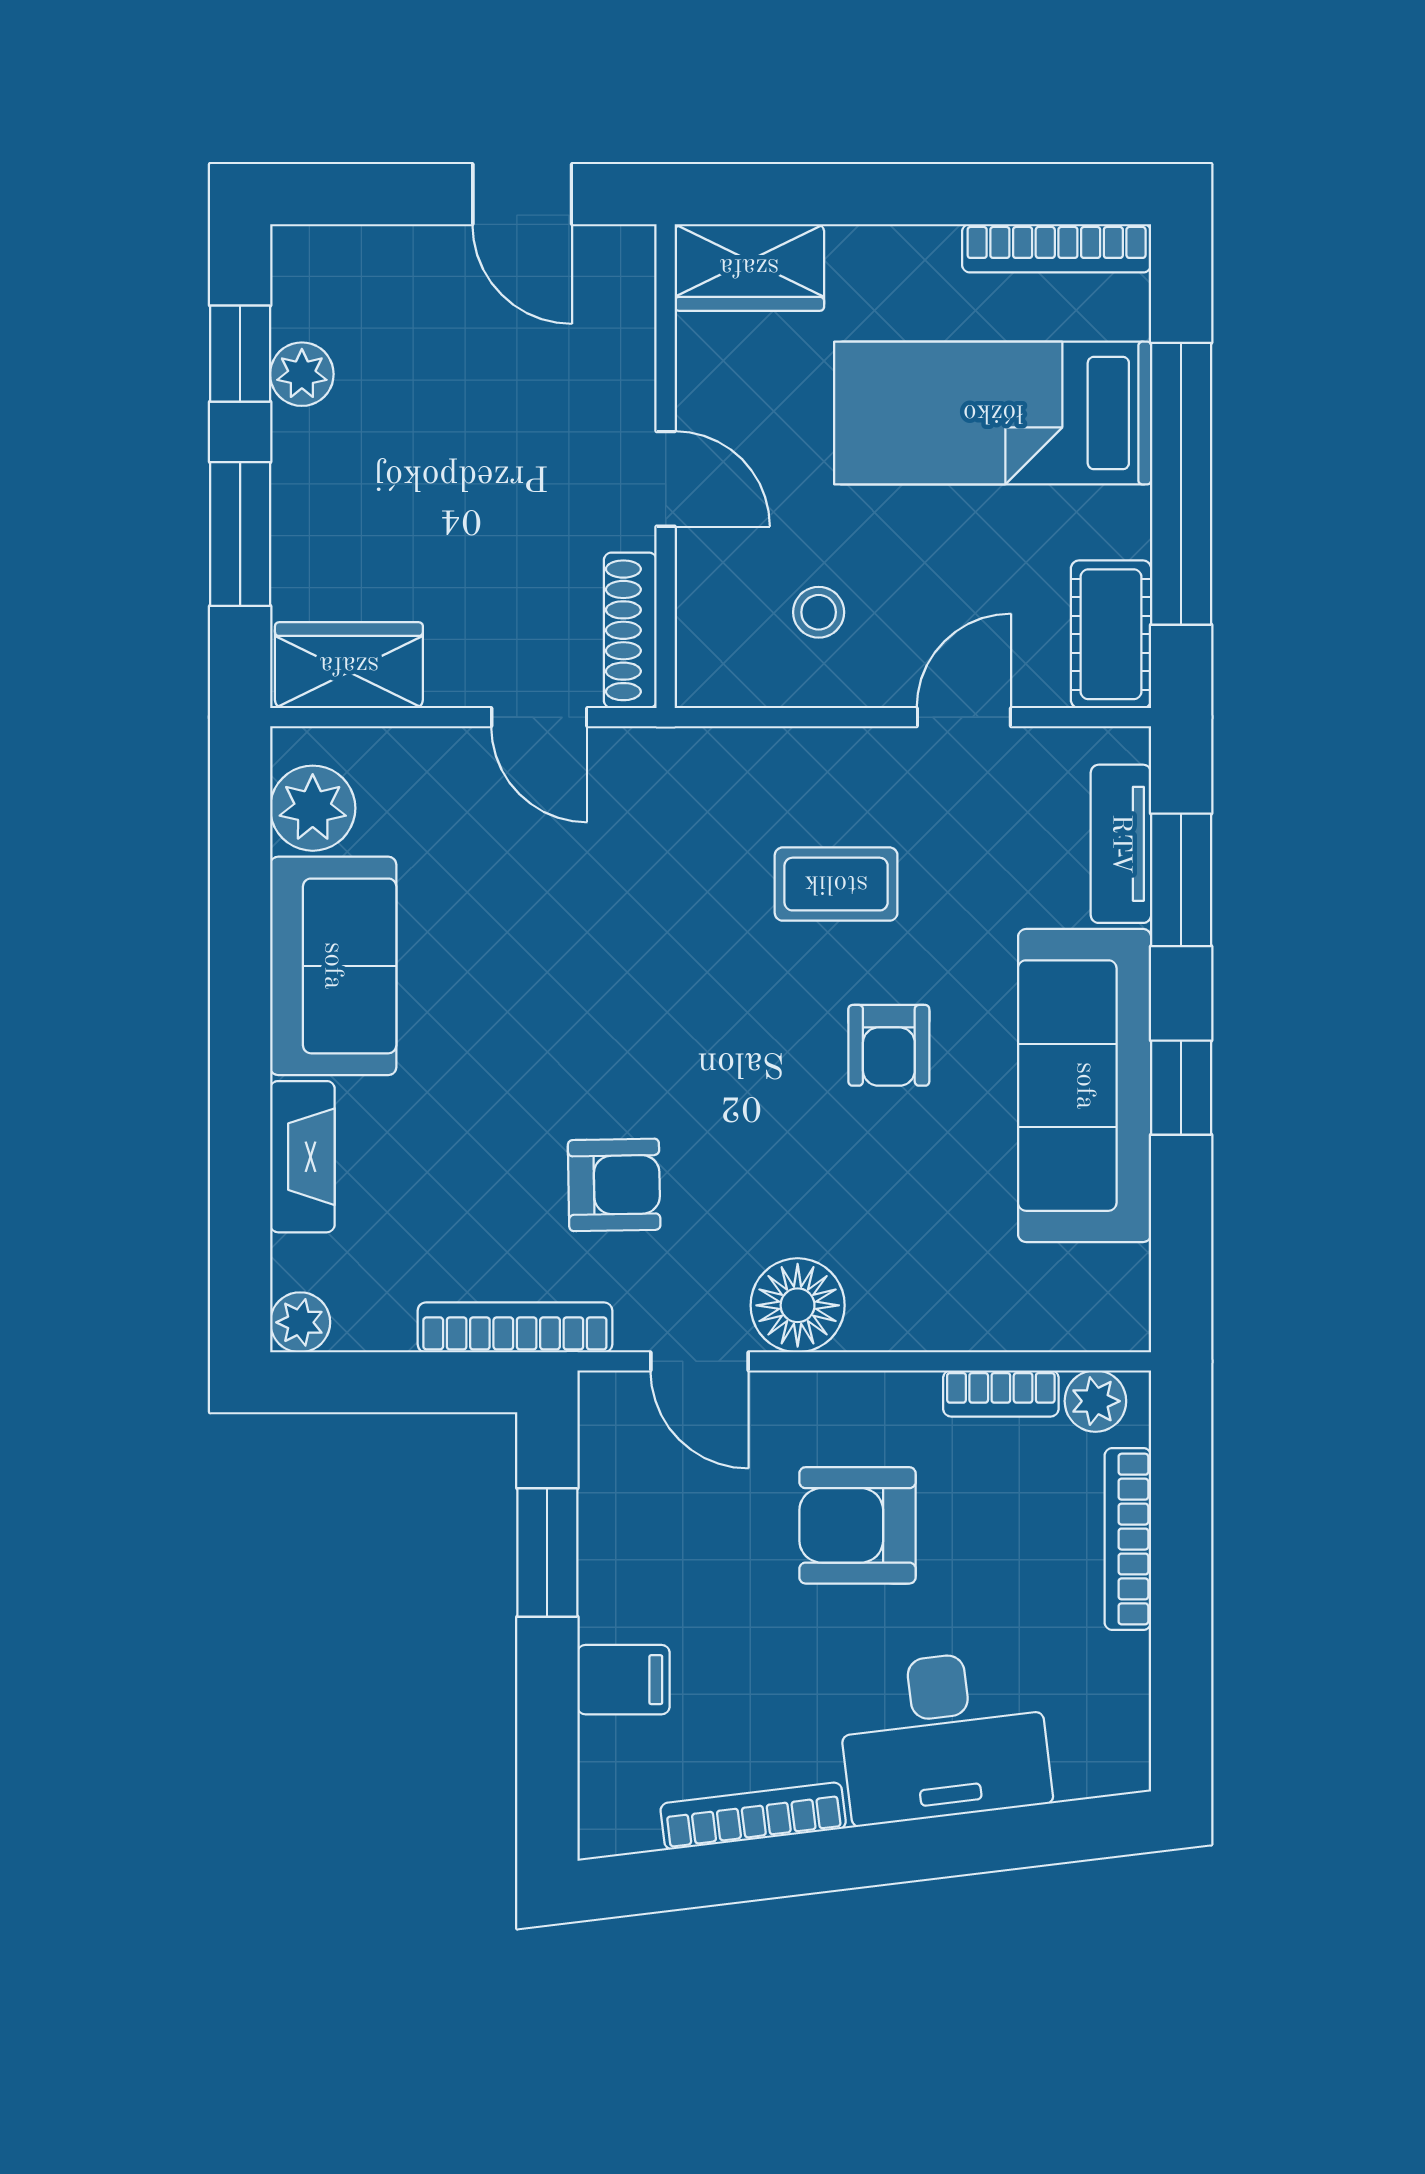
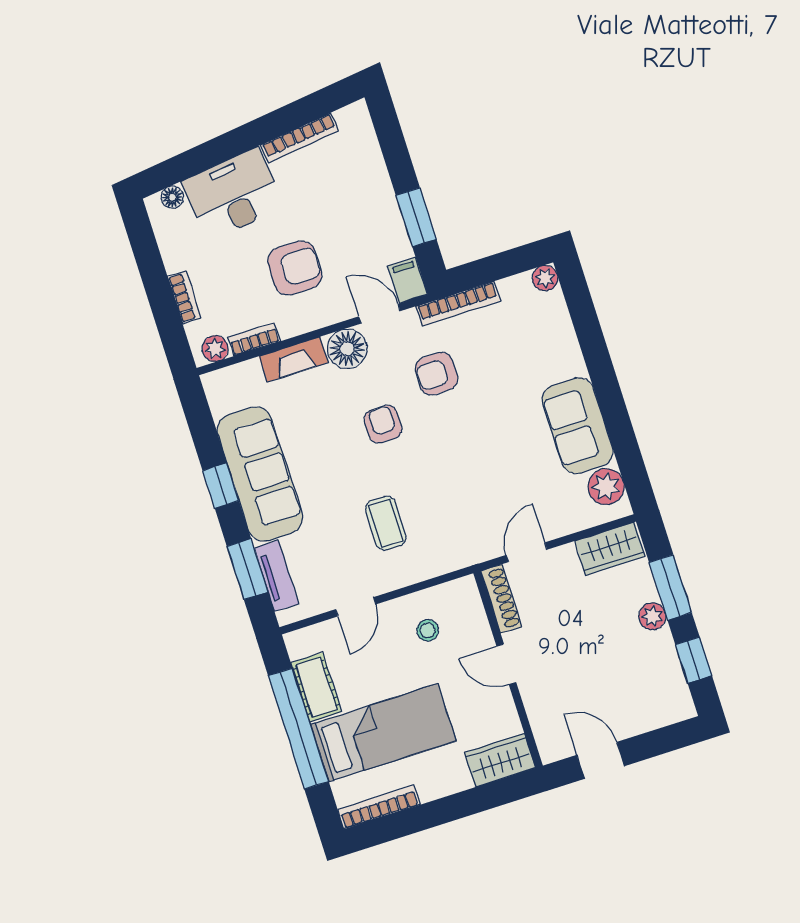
plant: (302, 374) -> (652, 616), moved
cot: (1111, 634) -> (316, 687), moved
door: (539, 717) -> (527, 552), hinge flipped
coffee table: (836, 884) -> (386, 523), turned 90
armchair: (889, 1045) -> (383, 424), moved
fireplace: (302, 1157) -> (294, 359), moved, turned -90
bookcase: (1128, 1539) -> (184, 297), width x0.64
filing cabinet: (623, 1680) -> (408, 280), moved, turned 90
floor lamp: (1083, 1773) -> (172, 197), added

